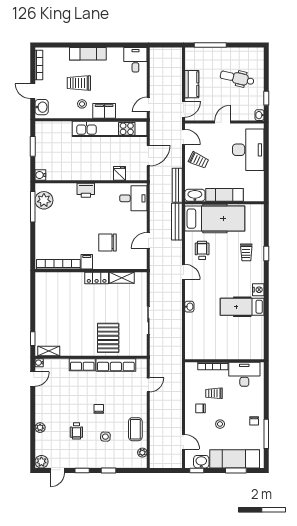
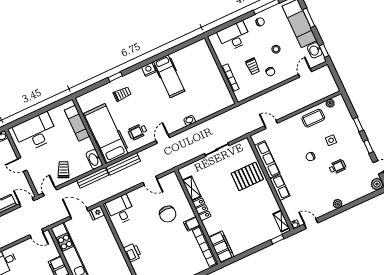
fridge: (119, 173) -> (97, 213), moved
exam couch: (225, 195) -> (77, 123), moved
filing cabinet: (51, 280) -> (221, 247), added
desk: (244, 374) -> (234, 36), moved, turned 90
plant: (40, 428) -> (338, 204), moved

